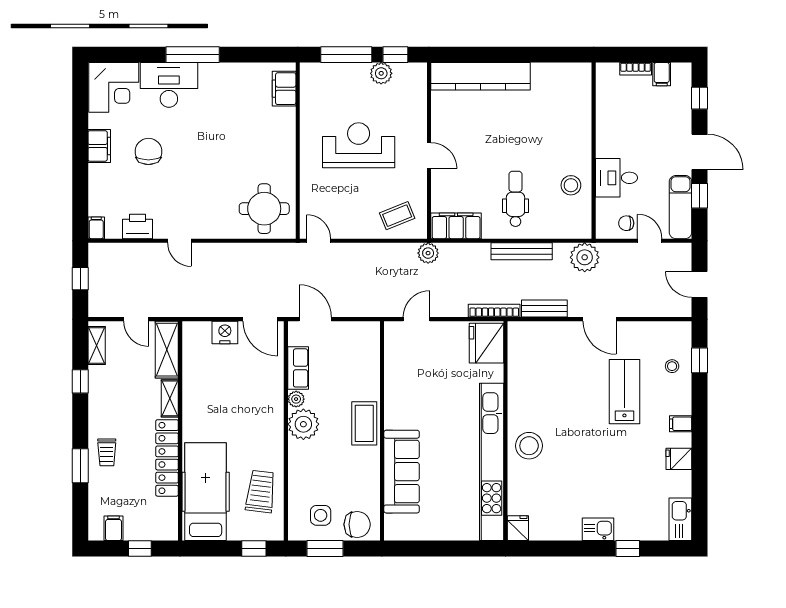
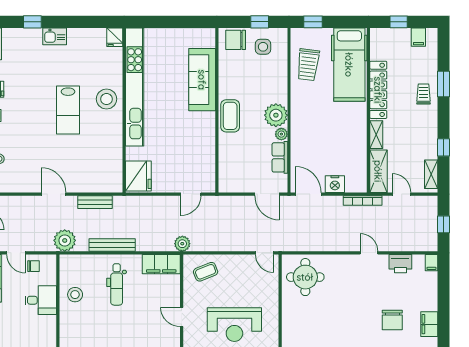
bookcase: (494, 311) -> (363, 200), moved
lab bench: (624, 392) -> (68, 110), moved
window: (325, 548) -> (260, 22), width x0.67

